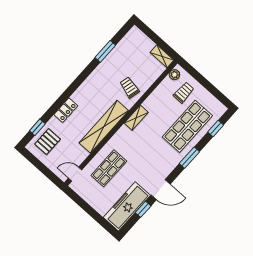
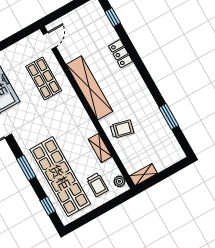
shelving: (136, 118) -> (100, 148), moved
shop shelf: (187, 126) -> (60, 177), width x1.40
pallet: (48, 142) -> (94, 23), removed

